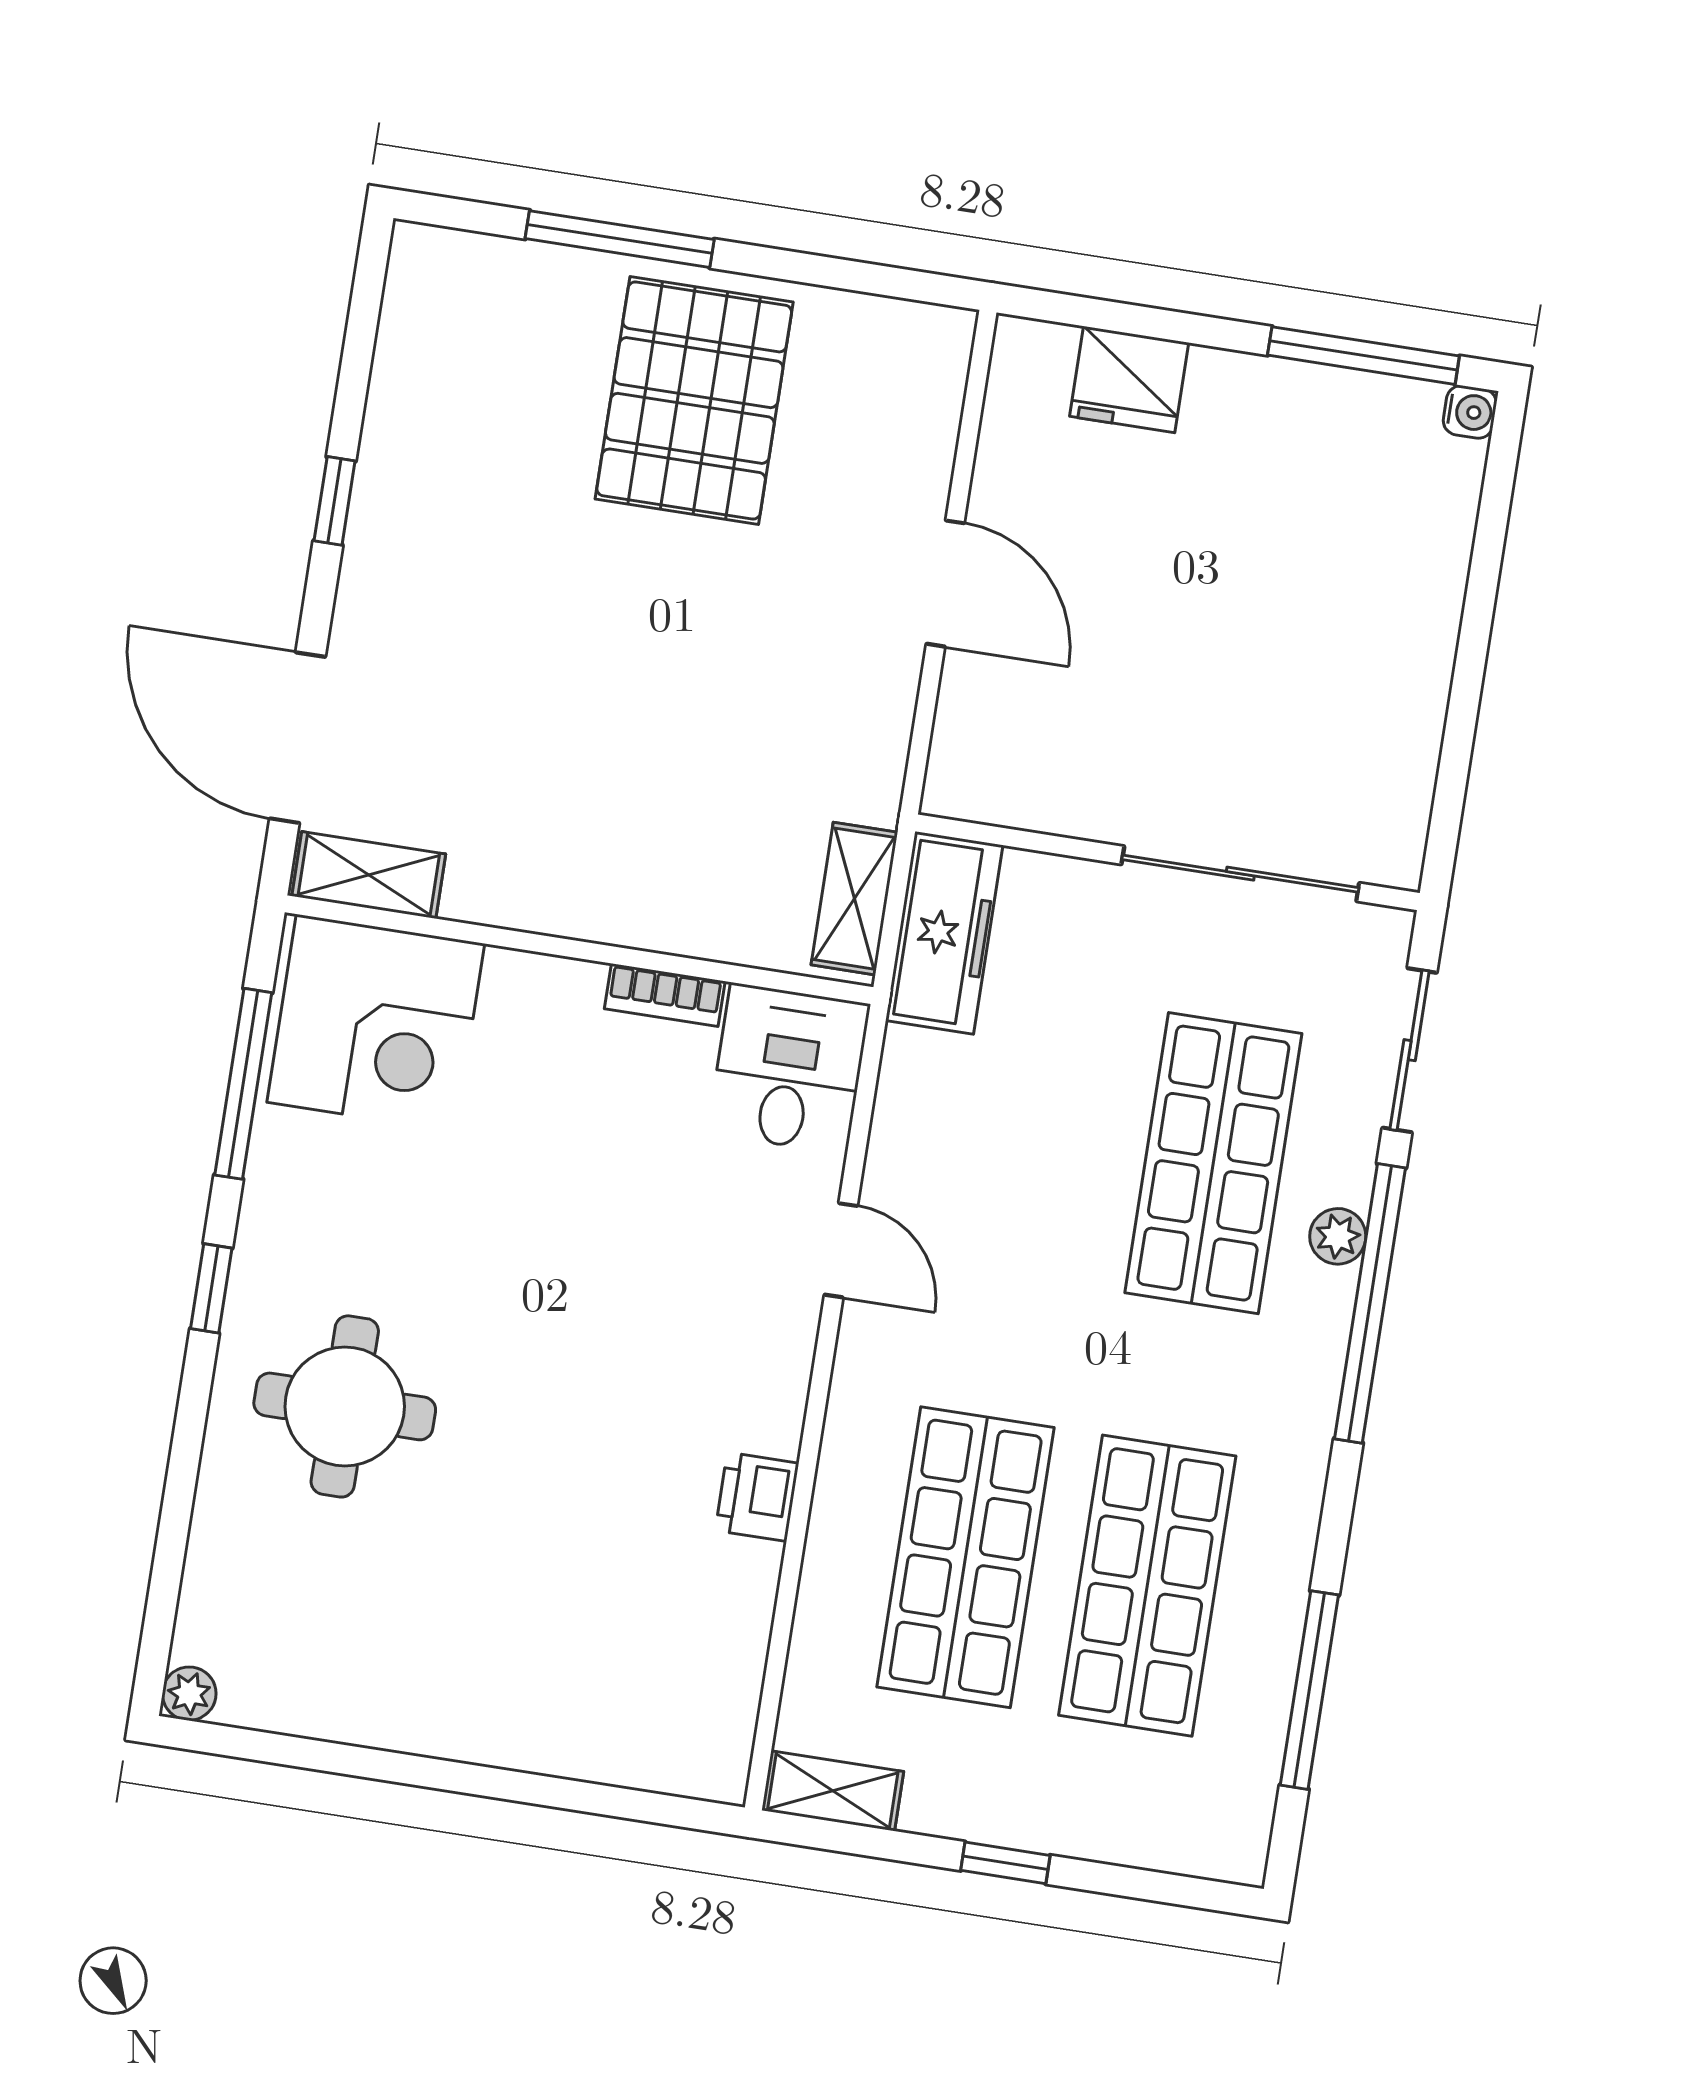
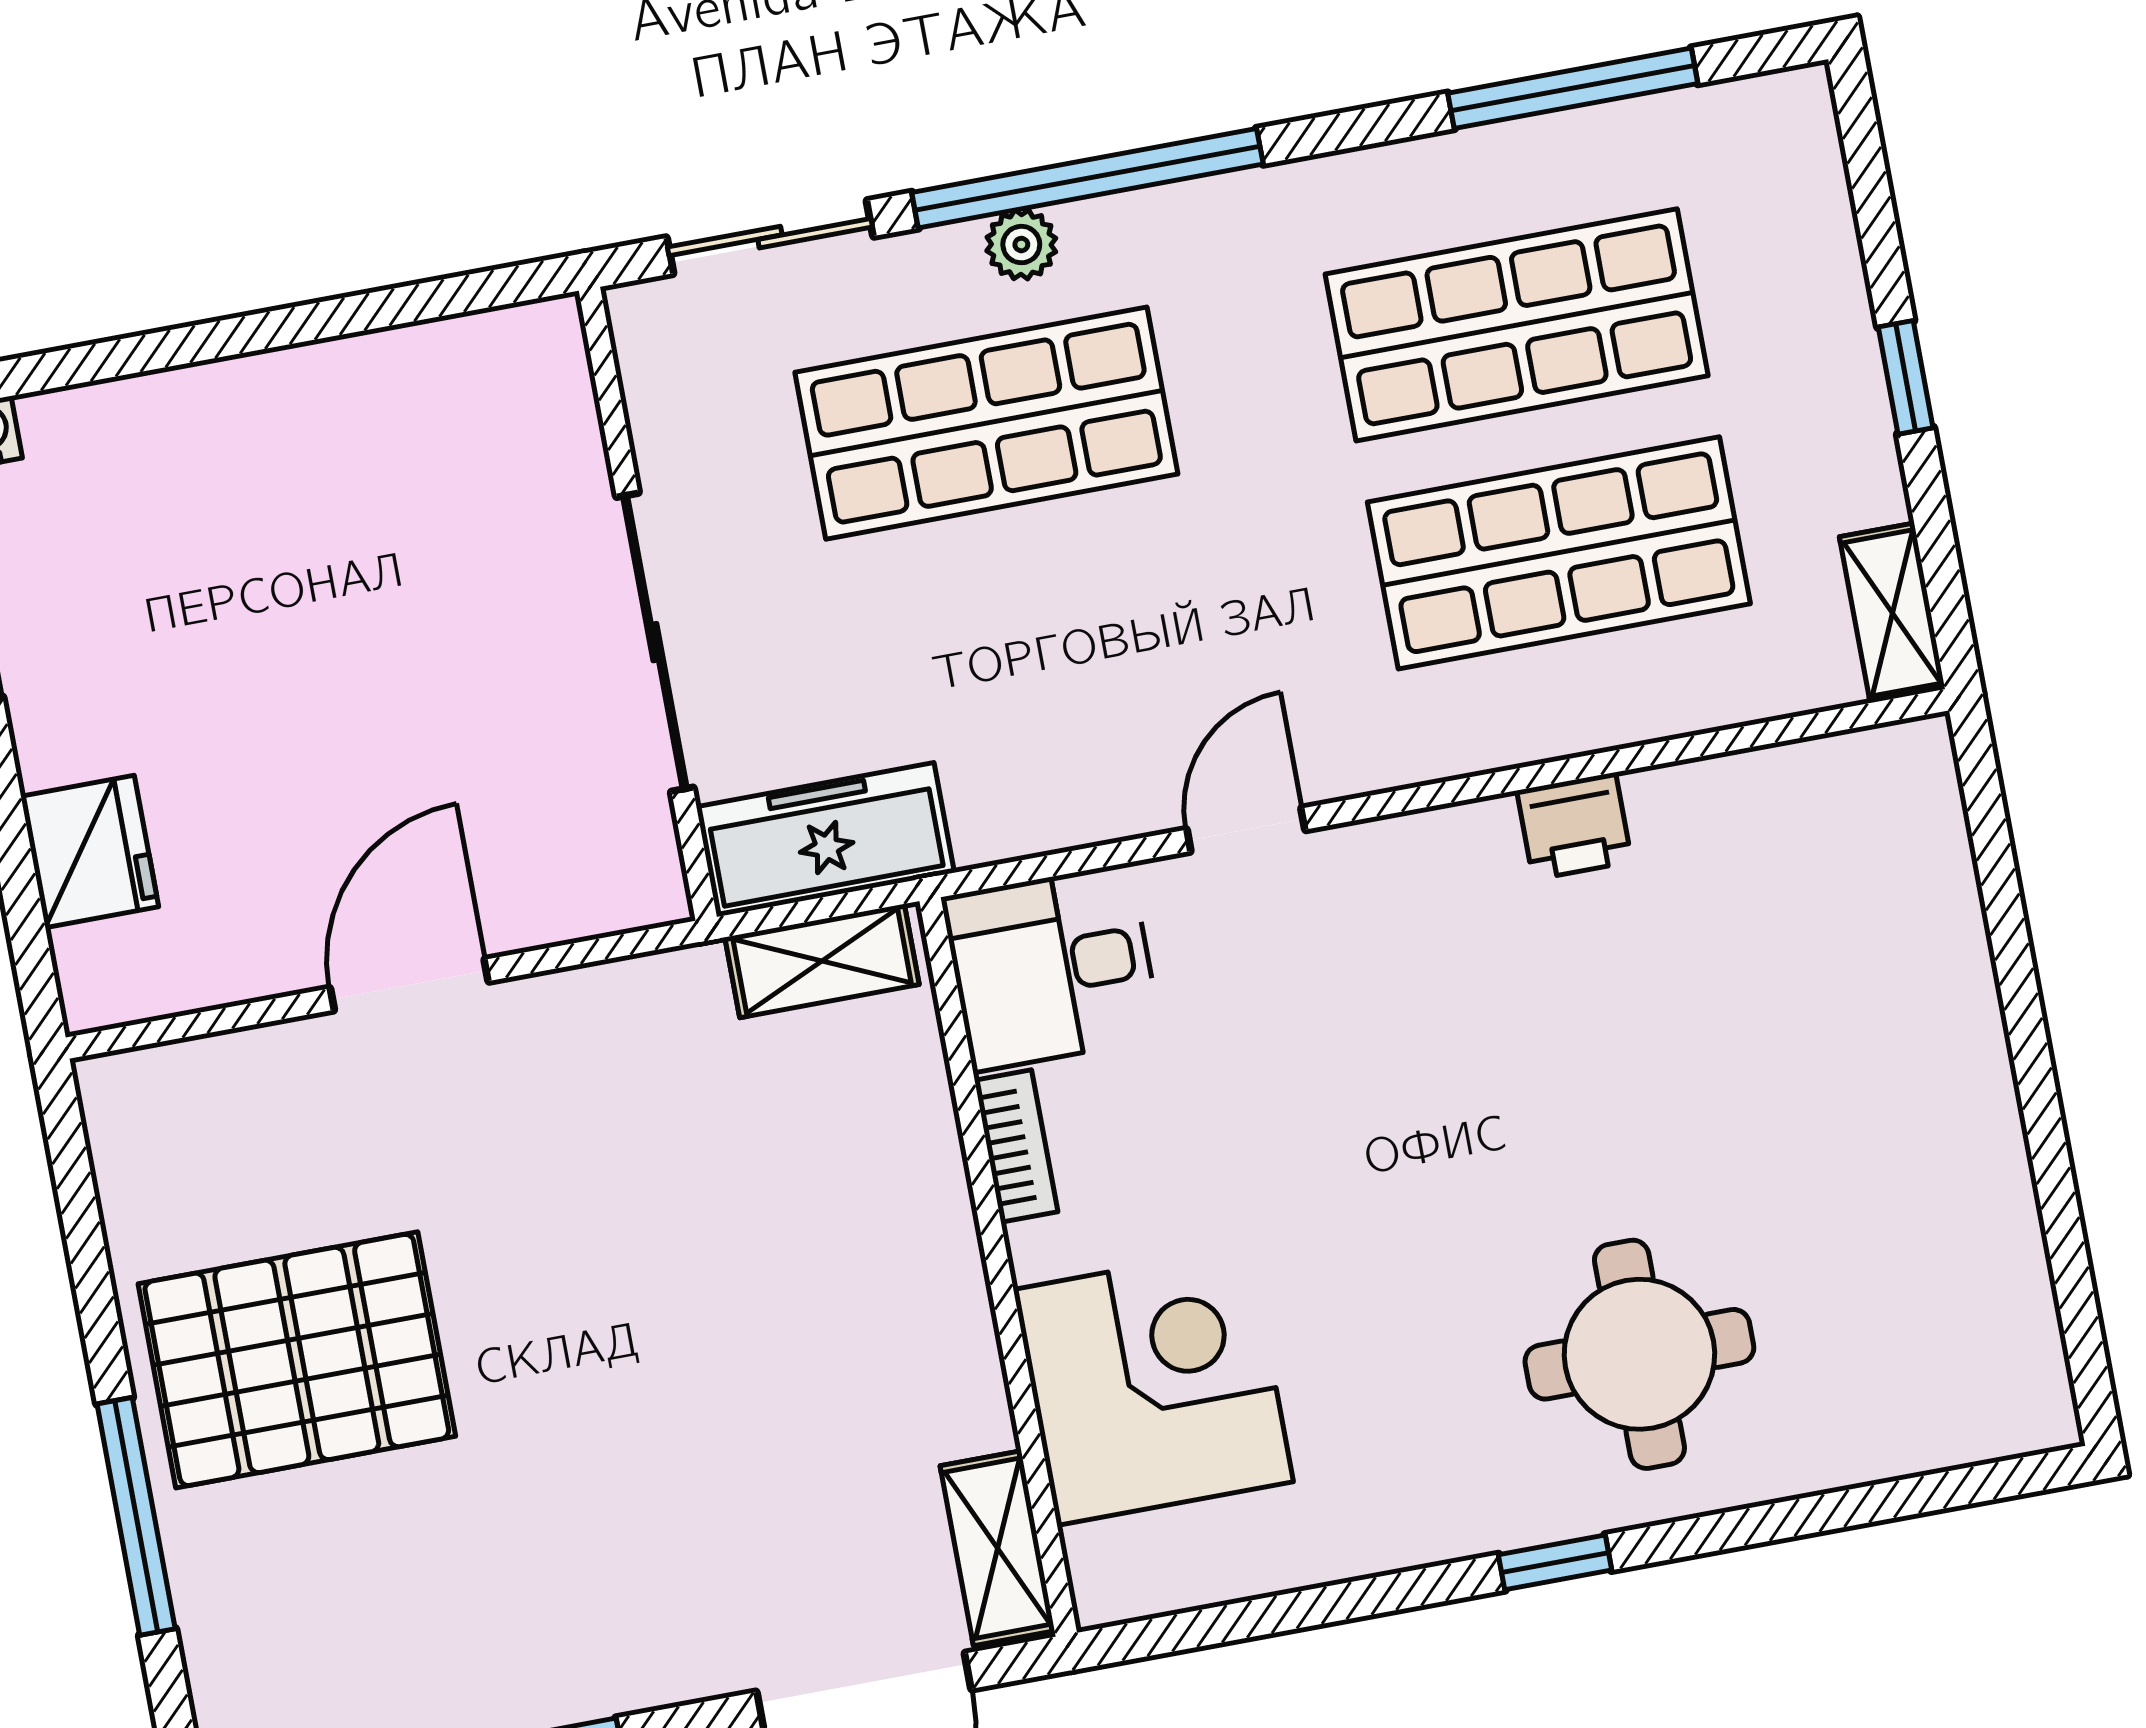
sliding door: (1240, 874) -> (655, 642), moved
corner desk: (376, 1023) -> (1153, 1386), moved
window: (243, 1084) -> (1298, 1610), removed
plant: (189, 1694) -> (2046, 1419), removed

